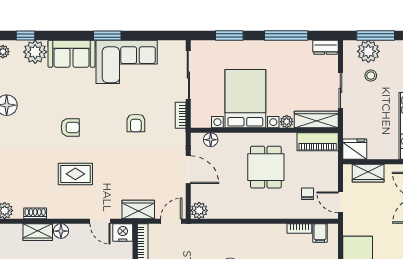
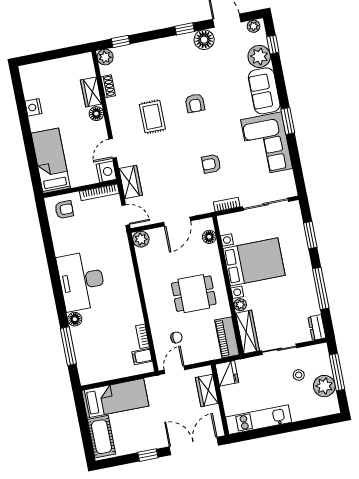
plant: (368, 51) -> (324, 386), moved

